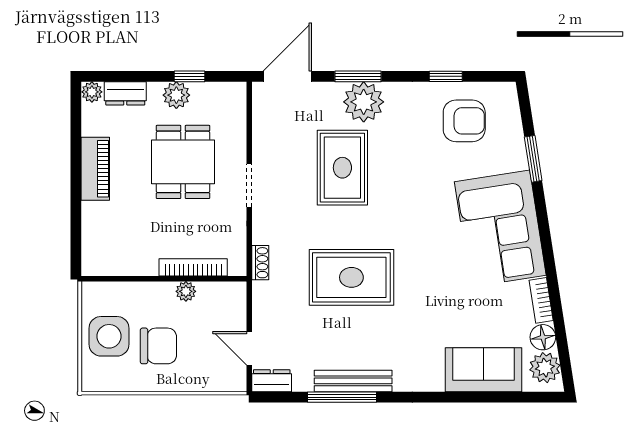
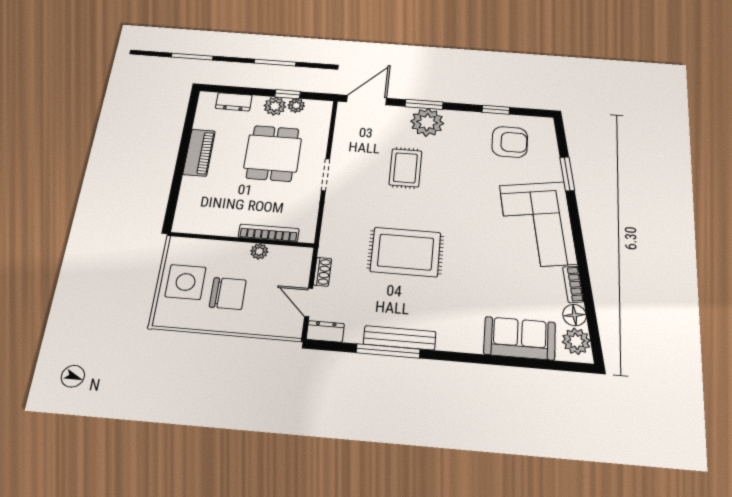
plant: (92, 92) -> (296, 105), moved
rug: (342, 168) -> (405, 168), width x0.73, depth x0.70
shoe rack: (260, 263) -> (323, 272), moved

